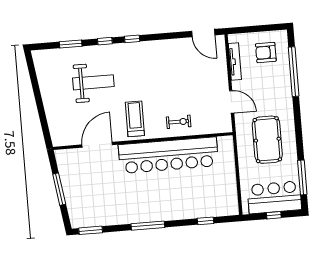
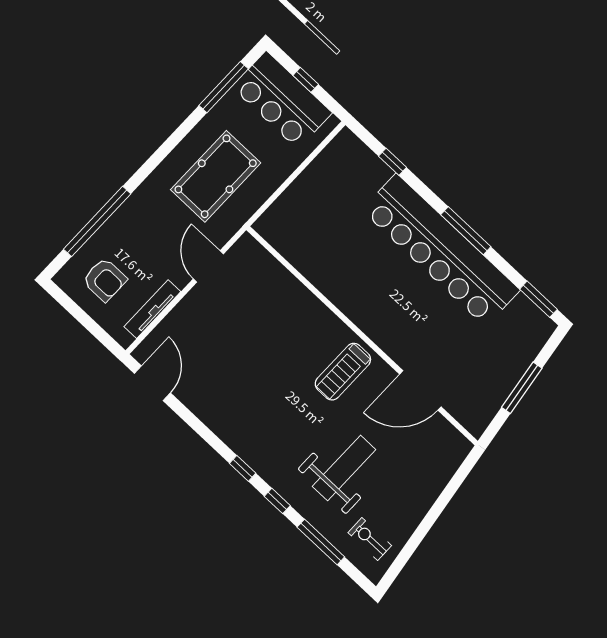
window: (71, 44) -> (321, 542), width x1.44
weight bench: (93, 82) -> (344, 468), turned 90
exercise bike: (179, 122) -> (370, 539), moved
bar counter: (168, 155) -> (441, 250), moved, turned 180

